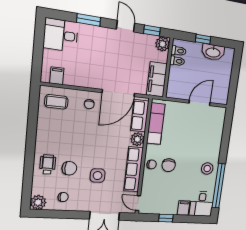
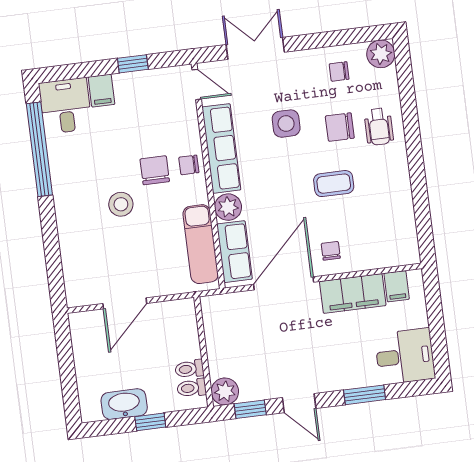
filing cabinet: (157, 79) -> (353, 294), moved, turned 90
coffee table: (56, 102) -> (334, 184), moved
stool: (207, 169) -> (121, 204), moved

